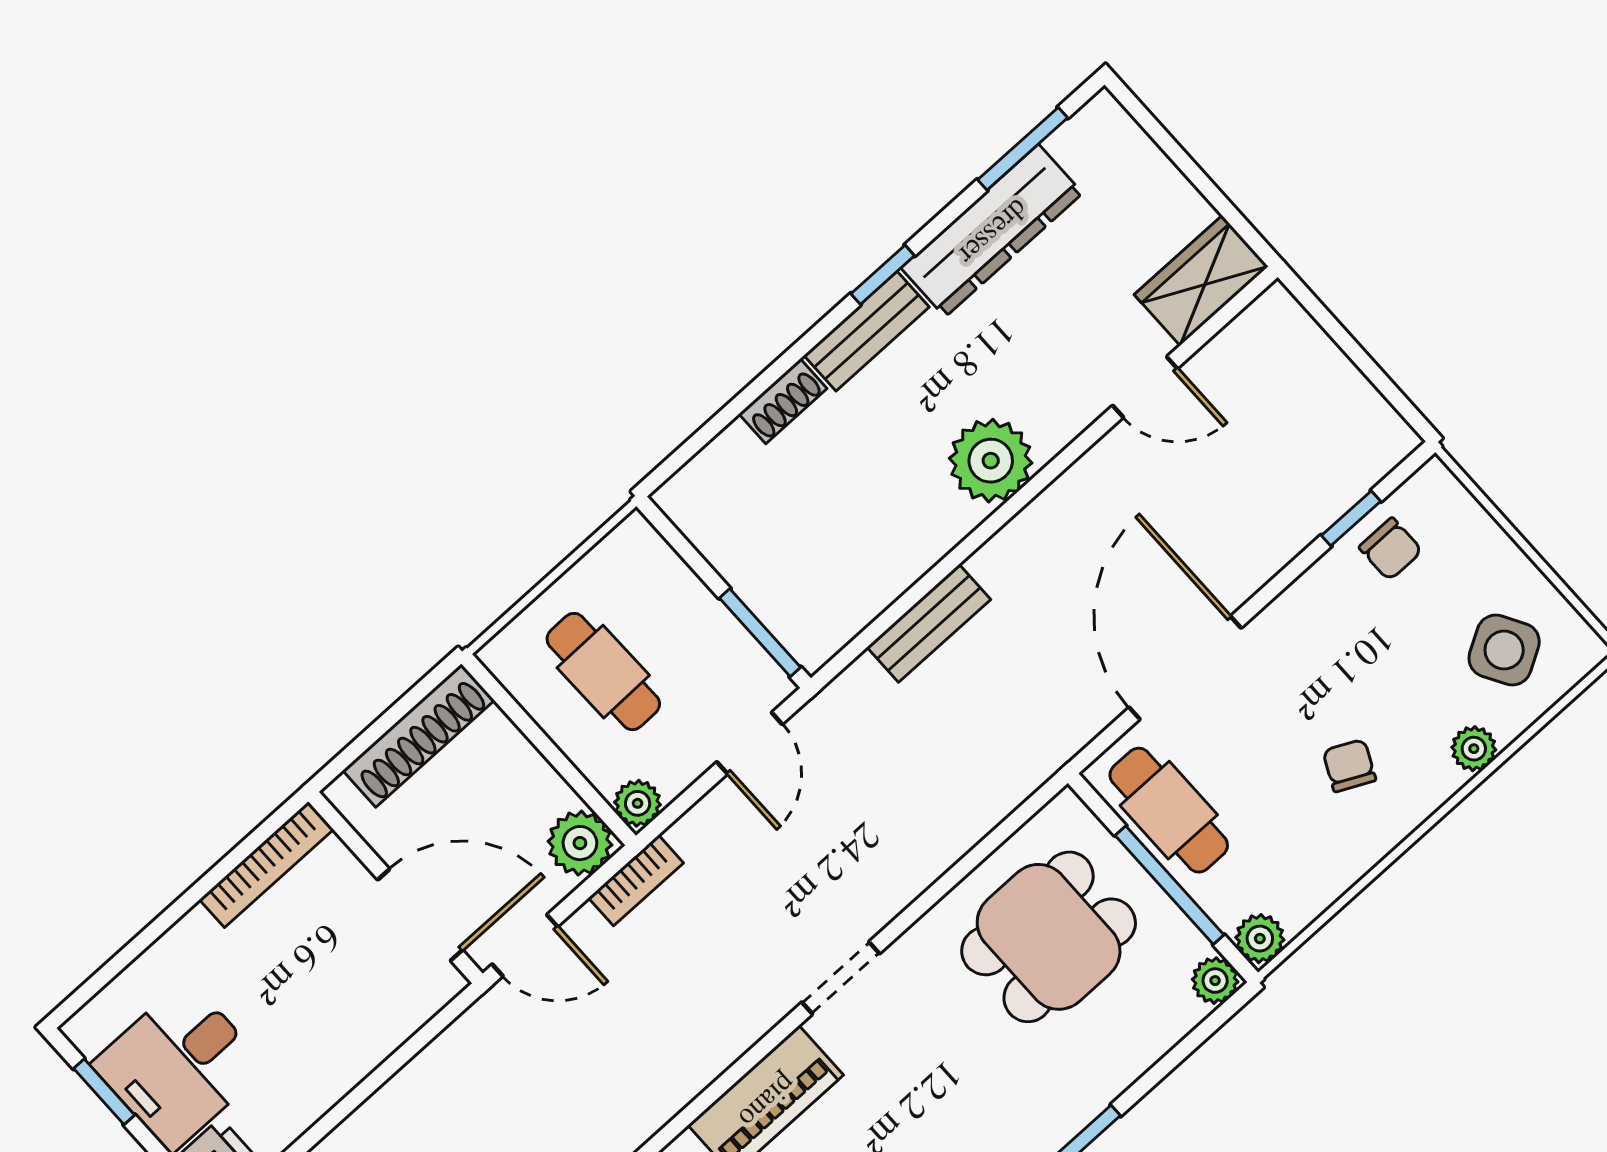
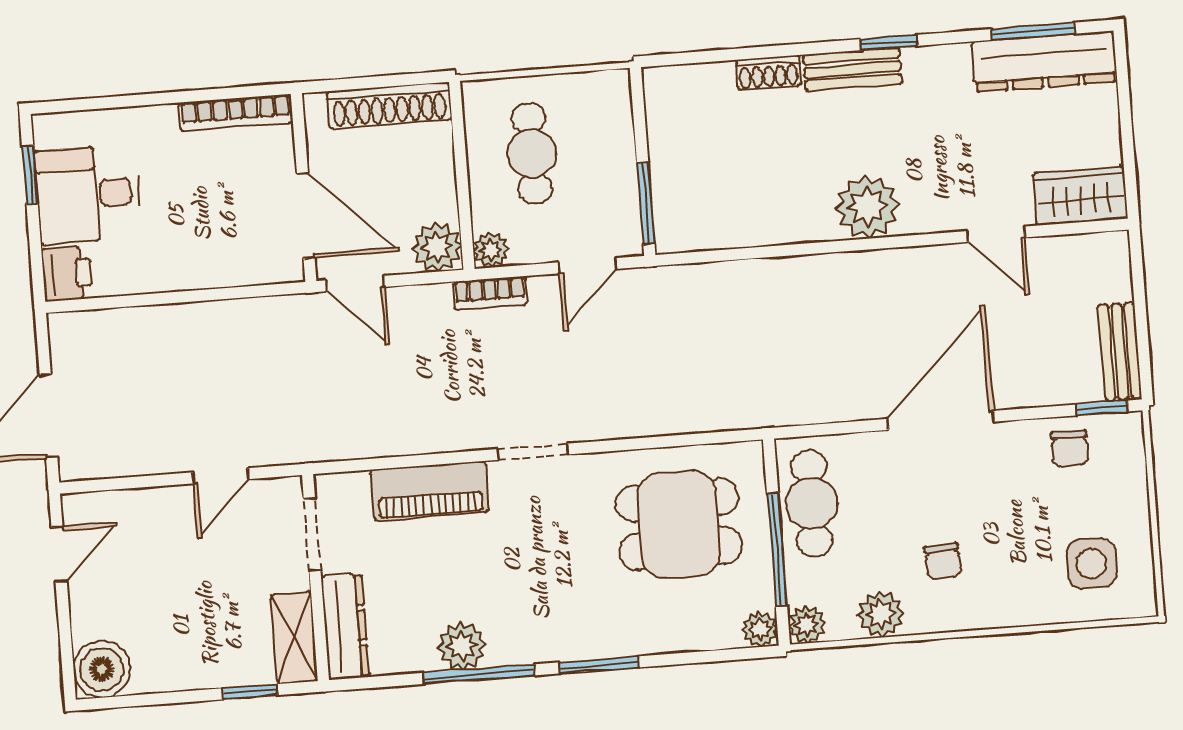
dresser: (992, 231) -> (1044, 62), moved
window: (1351, 518) -> (1102, 408), moved
bench: (929, 623) -> (1120, 351), moved, turned 90
side table: (1504, 650) -> (1092, 563), turned 30
door: (1185, 668) -> (941, 420), moved
plant: (1474, 749) -> (881, 614), moved, width x1.38, depth x1.38
chair: (1349, 766) -> (943, 561), turned 151
bookcase: (636, 880) -> (490, 293), moved

